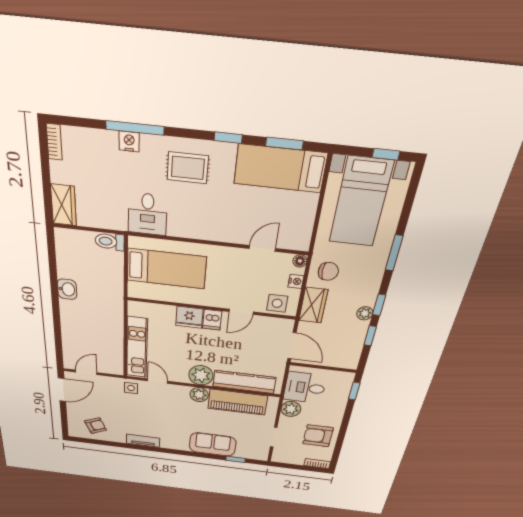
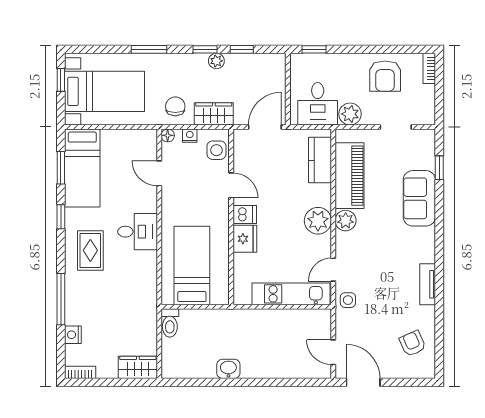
nightstand: (129, 141) -> (73, 335), moved
desk: (148, 214) -> (138, 232), moved
kitchen counter: (244, 382) -> (320, 160), width x0.67

